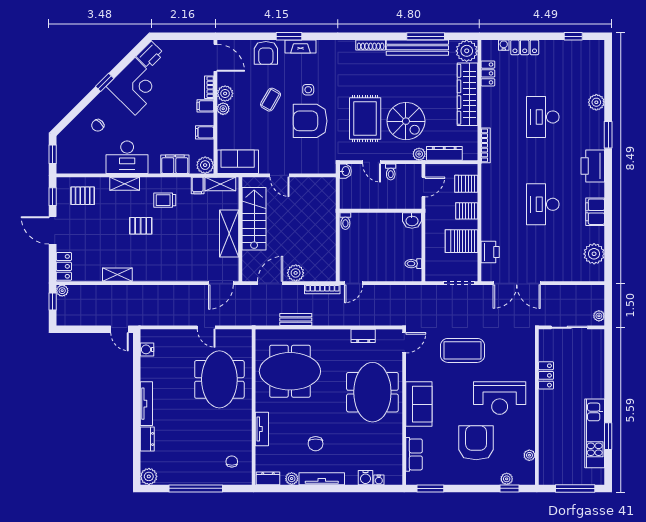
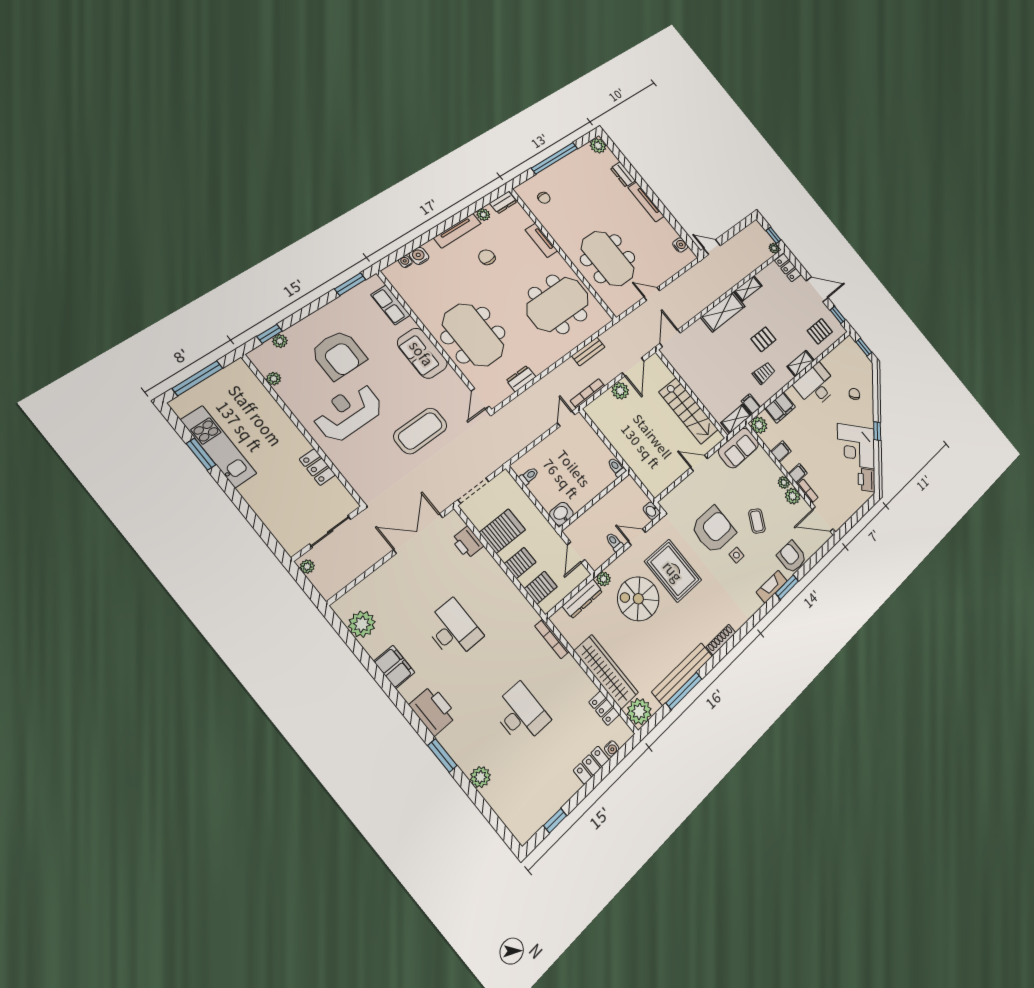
shelving: (229, 234) -> (723, 312), moved, turned 90

